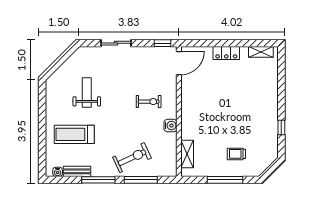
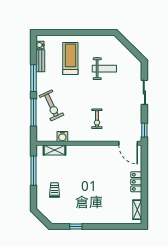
water cooler: (170, 126) -> (62, 136), moved
window: (225, 180) -> (34, 171), moved

